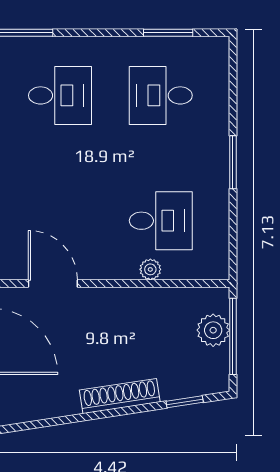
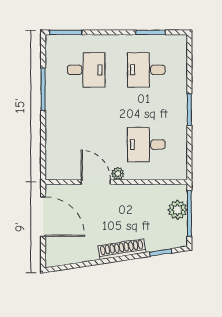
desk: (161, 221) -> (146, 145), turned 180
plant: (150, 269) -> (118, 174), moved
door: (53, 283) -> (96, 182), moved

